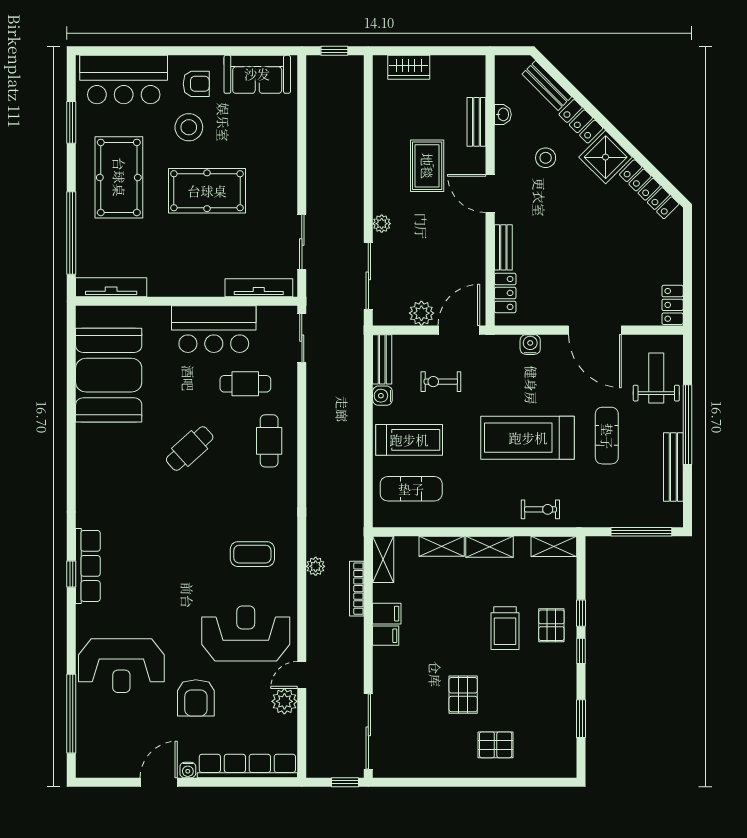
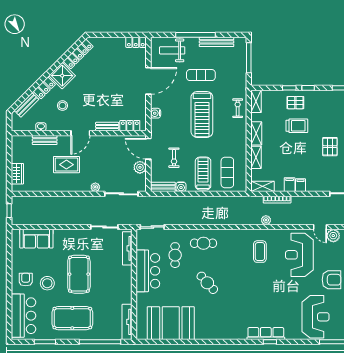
sofa: (257, 74) -> (36, 239), moved, turned 90
pallet: (463, 695) -> (330, 147), turned 90

